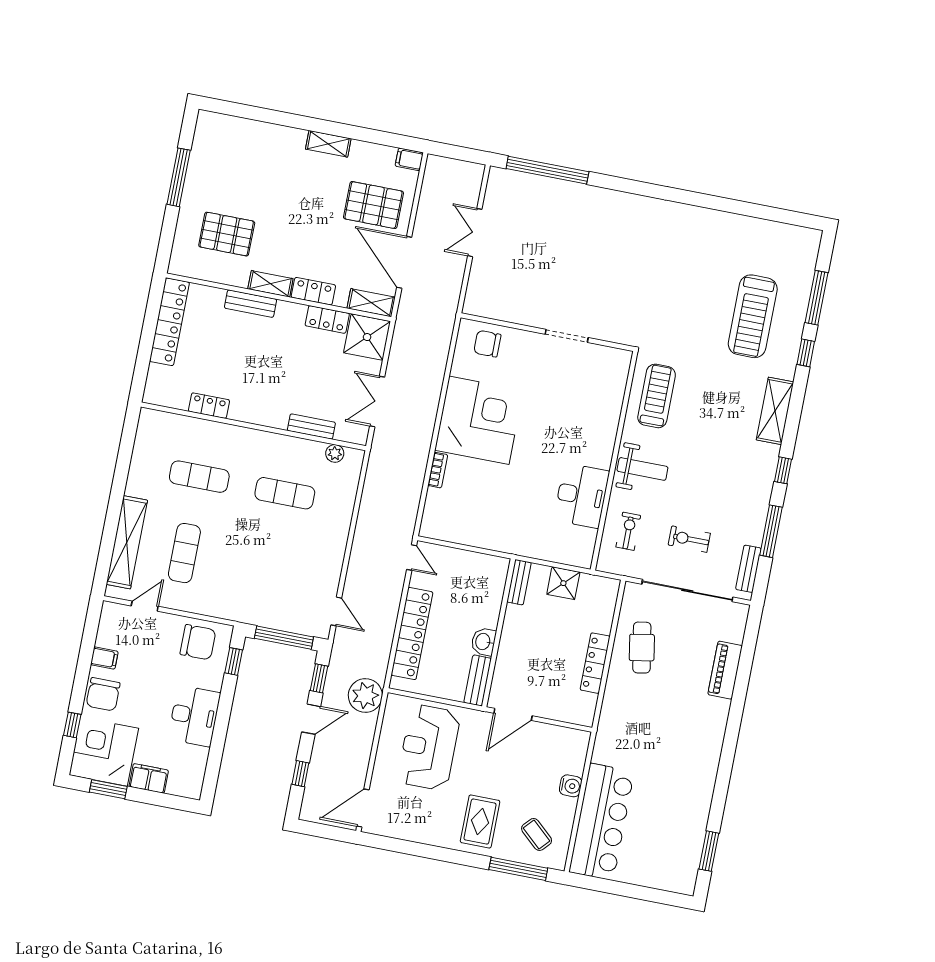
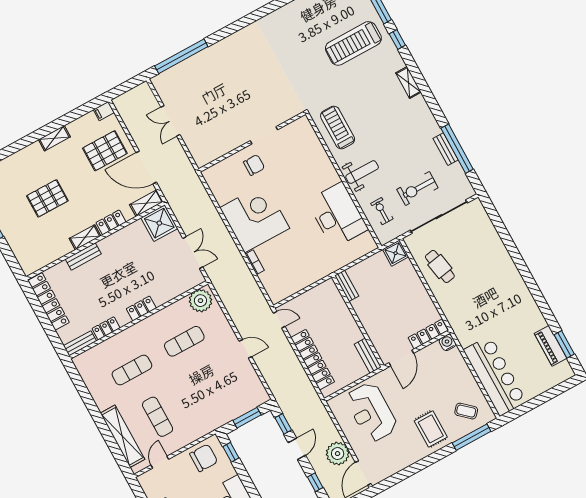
pallet: (227, 234) -> (47, 198), moved
treadmill: (753, 316) -> (353, 43), turned 90
locker: (327, 319) -> (141, 308), moved, turned 180
chair: (487, 344) -> (254, 165), moved, turned 180
double door: (377, 401) -> (193, 253), swing flipped
shelving: (775, 411) -> (408, 83), width x0.67, depth x0.75
bench: (311, 426) -> (80, 343), moved
plant: (335, 453) -> (200, 301), width x1.88, depth x1.88
window: (783, 470) -> (437, 111), removed
desk: (582, 496) -> (337, 215), width x1.36, depth x1.30
window: (771, 531) -> (457, 149), width x1.46
exercise bike: (689, 539) -> (417, 189), width x1.38, depth x1.39
bench: (748, 569) -> (446, 149), moved
shower: (563, 583) -> (396, 253), moved
door: (336, 611) -> (245, 349), moved
window: (284, 638) -> (247, 418), width x0.69
washbasin: (483, 642) -> (354, 333), removed
locker: (595, 663) -> (428, 334), moved, turned 90
piano: (725, 670) -> (551, 346), moved
plant: (365, 696) -> (338, 454), moved
water cooler: (571, 786) -> (448, 343), moved, turned -90

